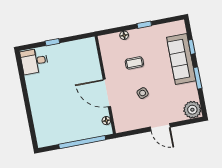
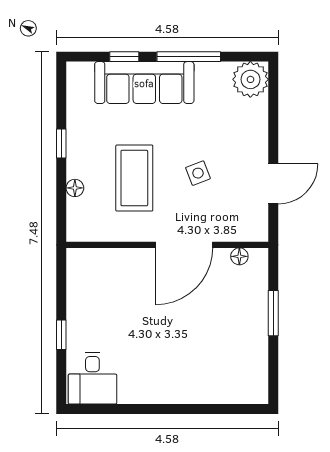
coffee table: (134, 63) -> (134, 178), width x1.86, depth x1.72
window: (198, 78) -> (189, 57), width x1.44
door: (160, 127) -> (273, 184), moved
window: (82, 142) -> (273, 313), width x0.47

